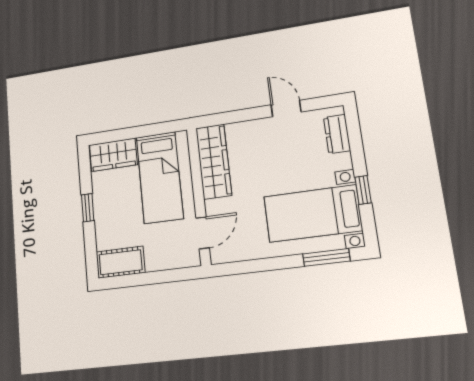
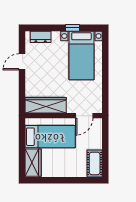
window: (88, 208) -> (62, 180), removed
door: (203, 233) -> (84, 116), swing flipped
window: (326, 257) -> (105, 52), removed

